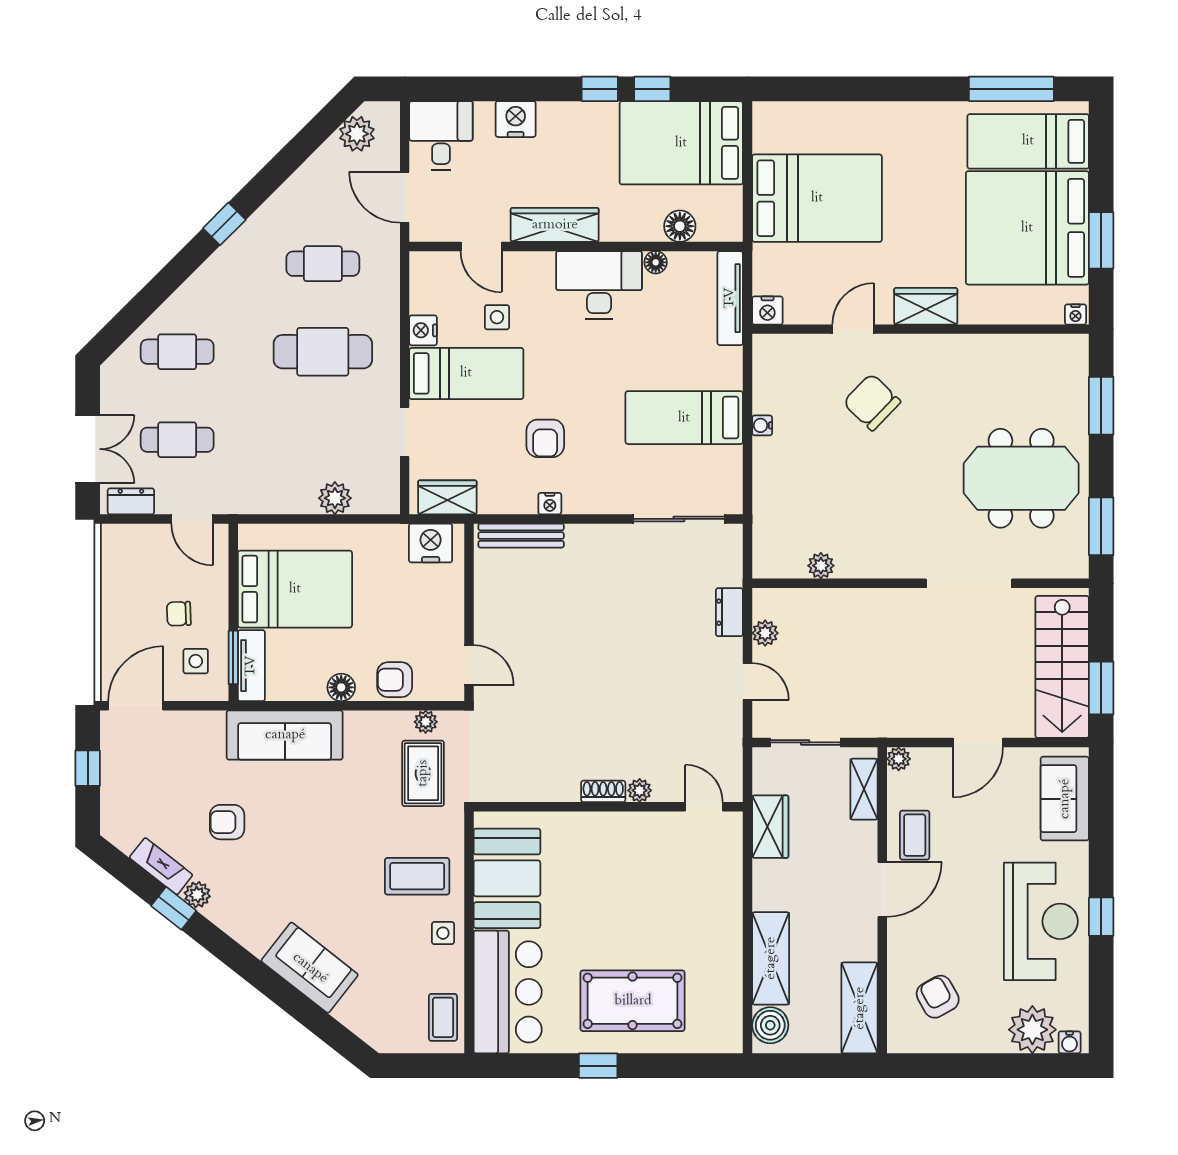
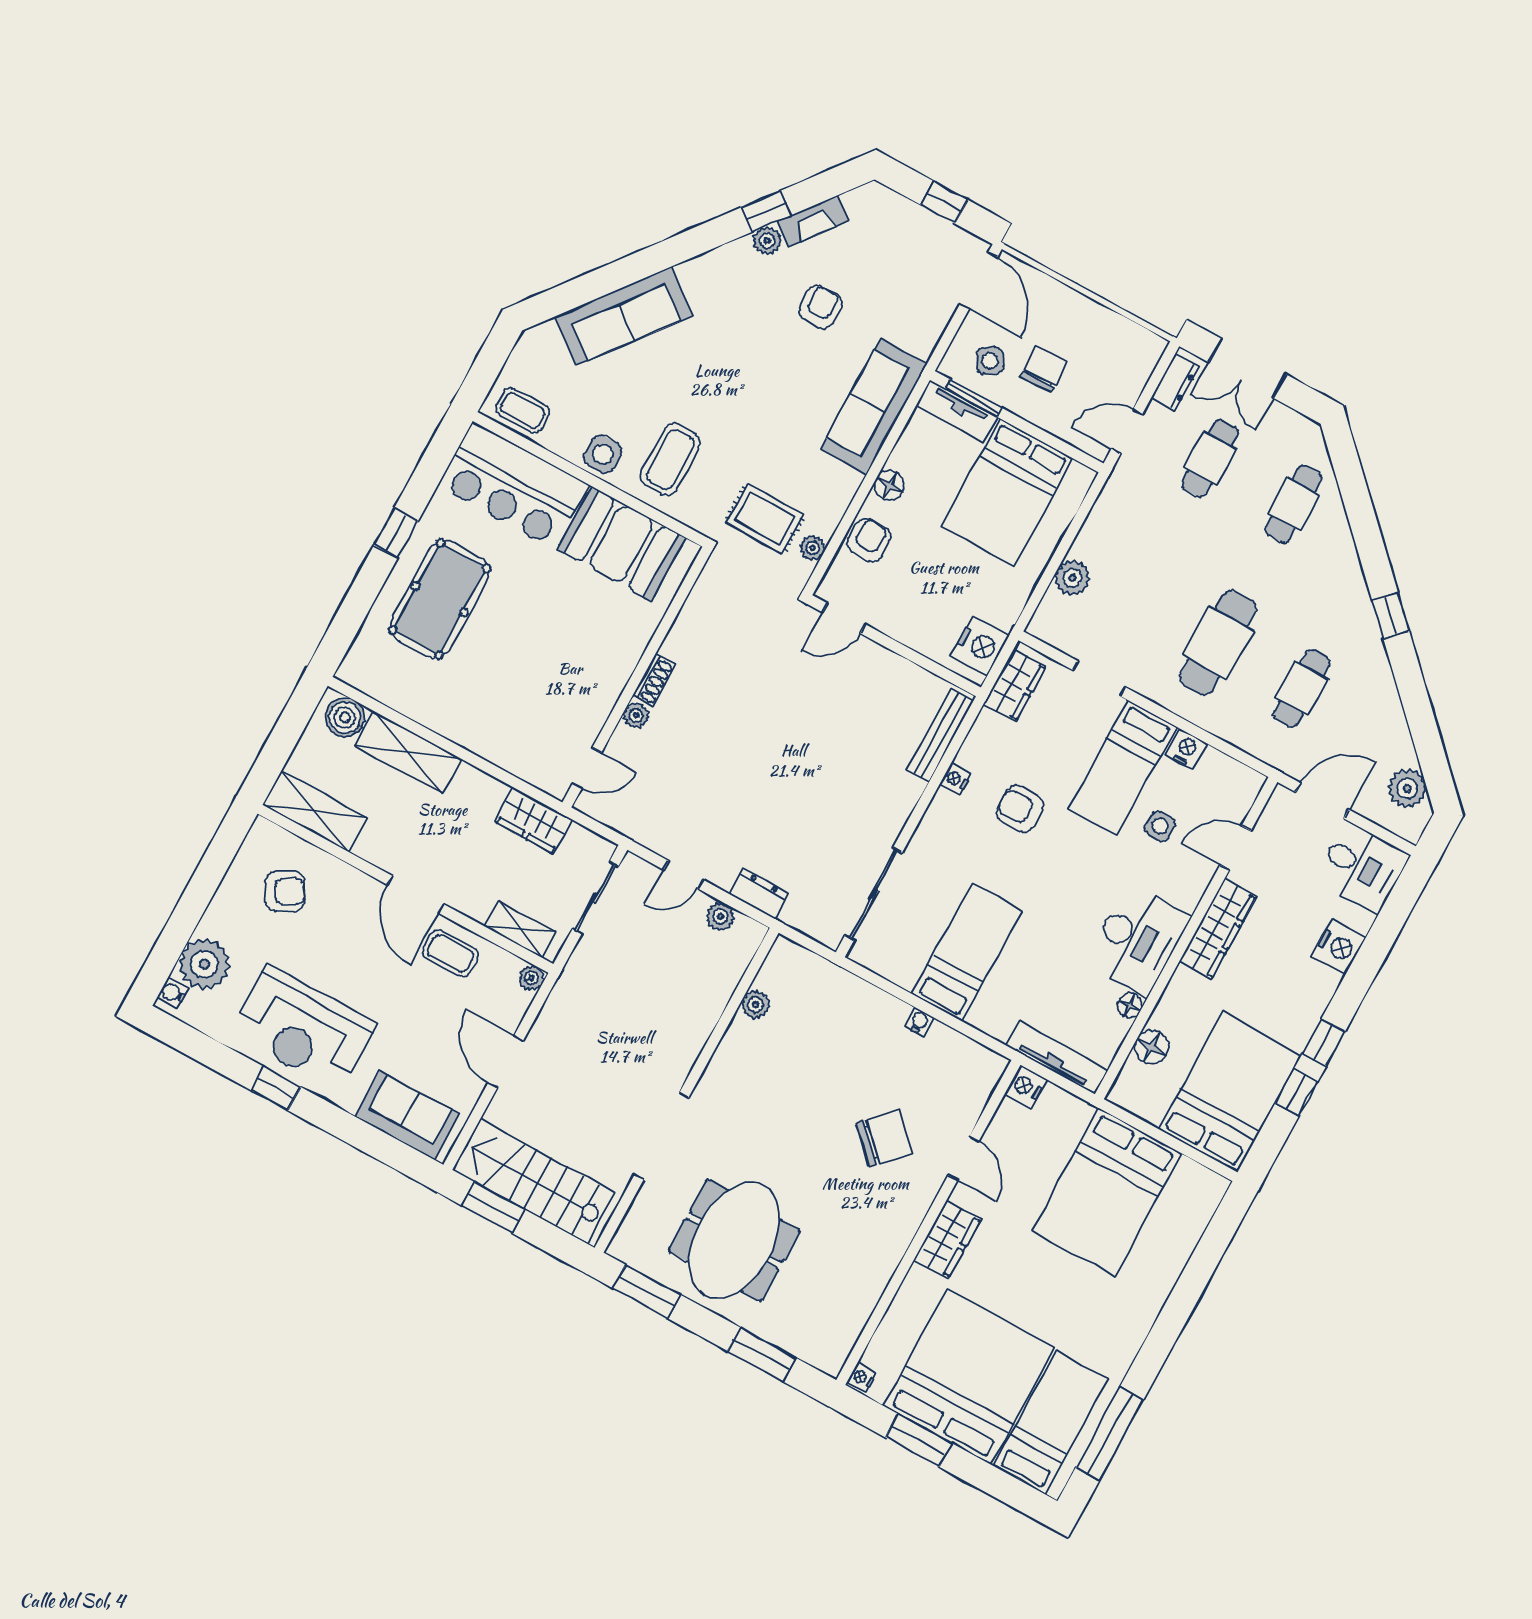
chair: (179, 614) -> (1044, 369), width x1.37, depth x1.37
side table: (196, 661) -> (990, 361), turned -31
side table: (443, 933) -> (603, 454), width x1.37, depth x1.37
sofa: (310, 968) -> (624, 316), width x1.36

